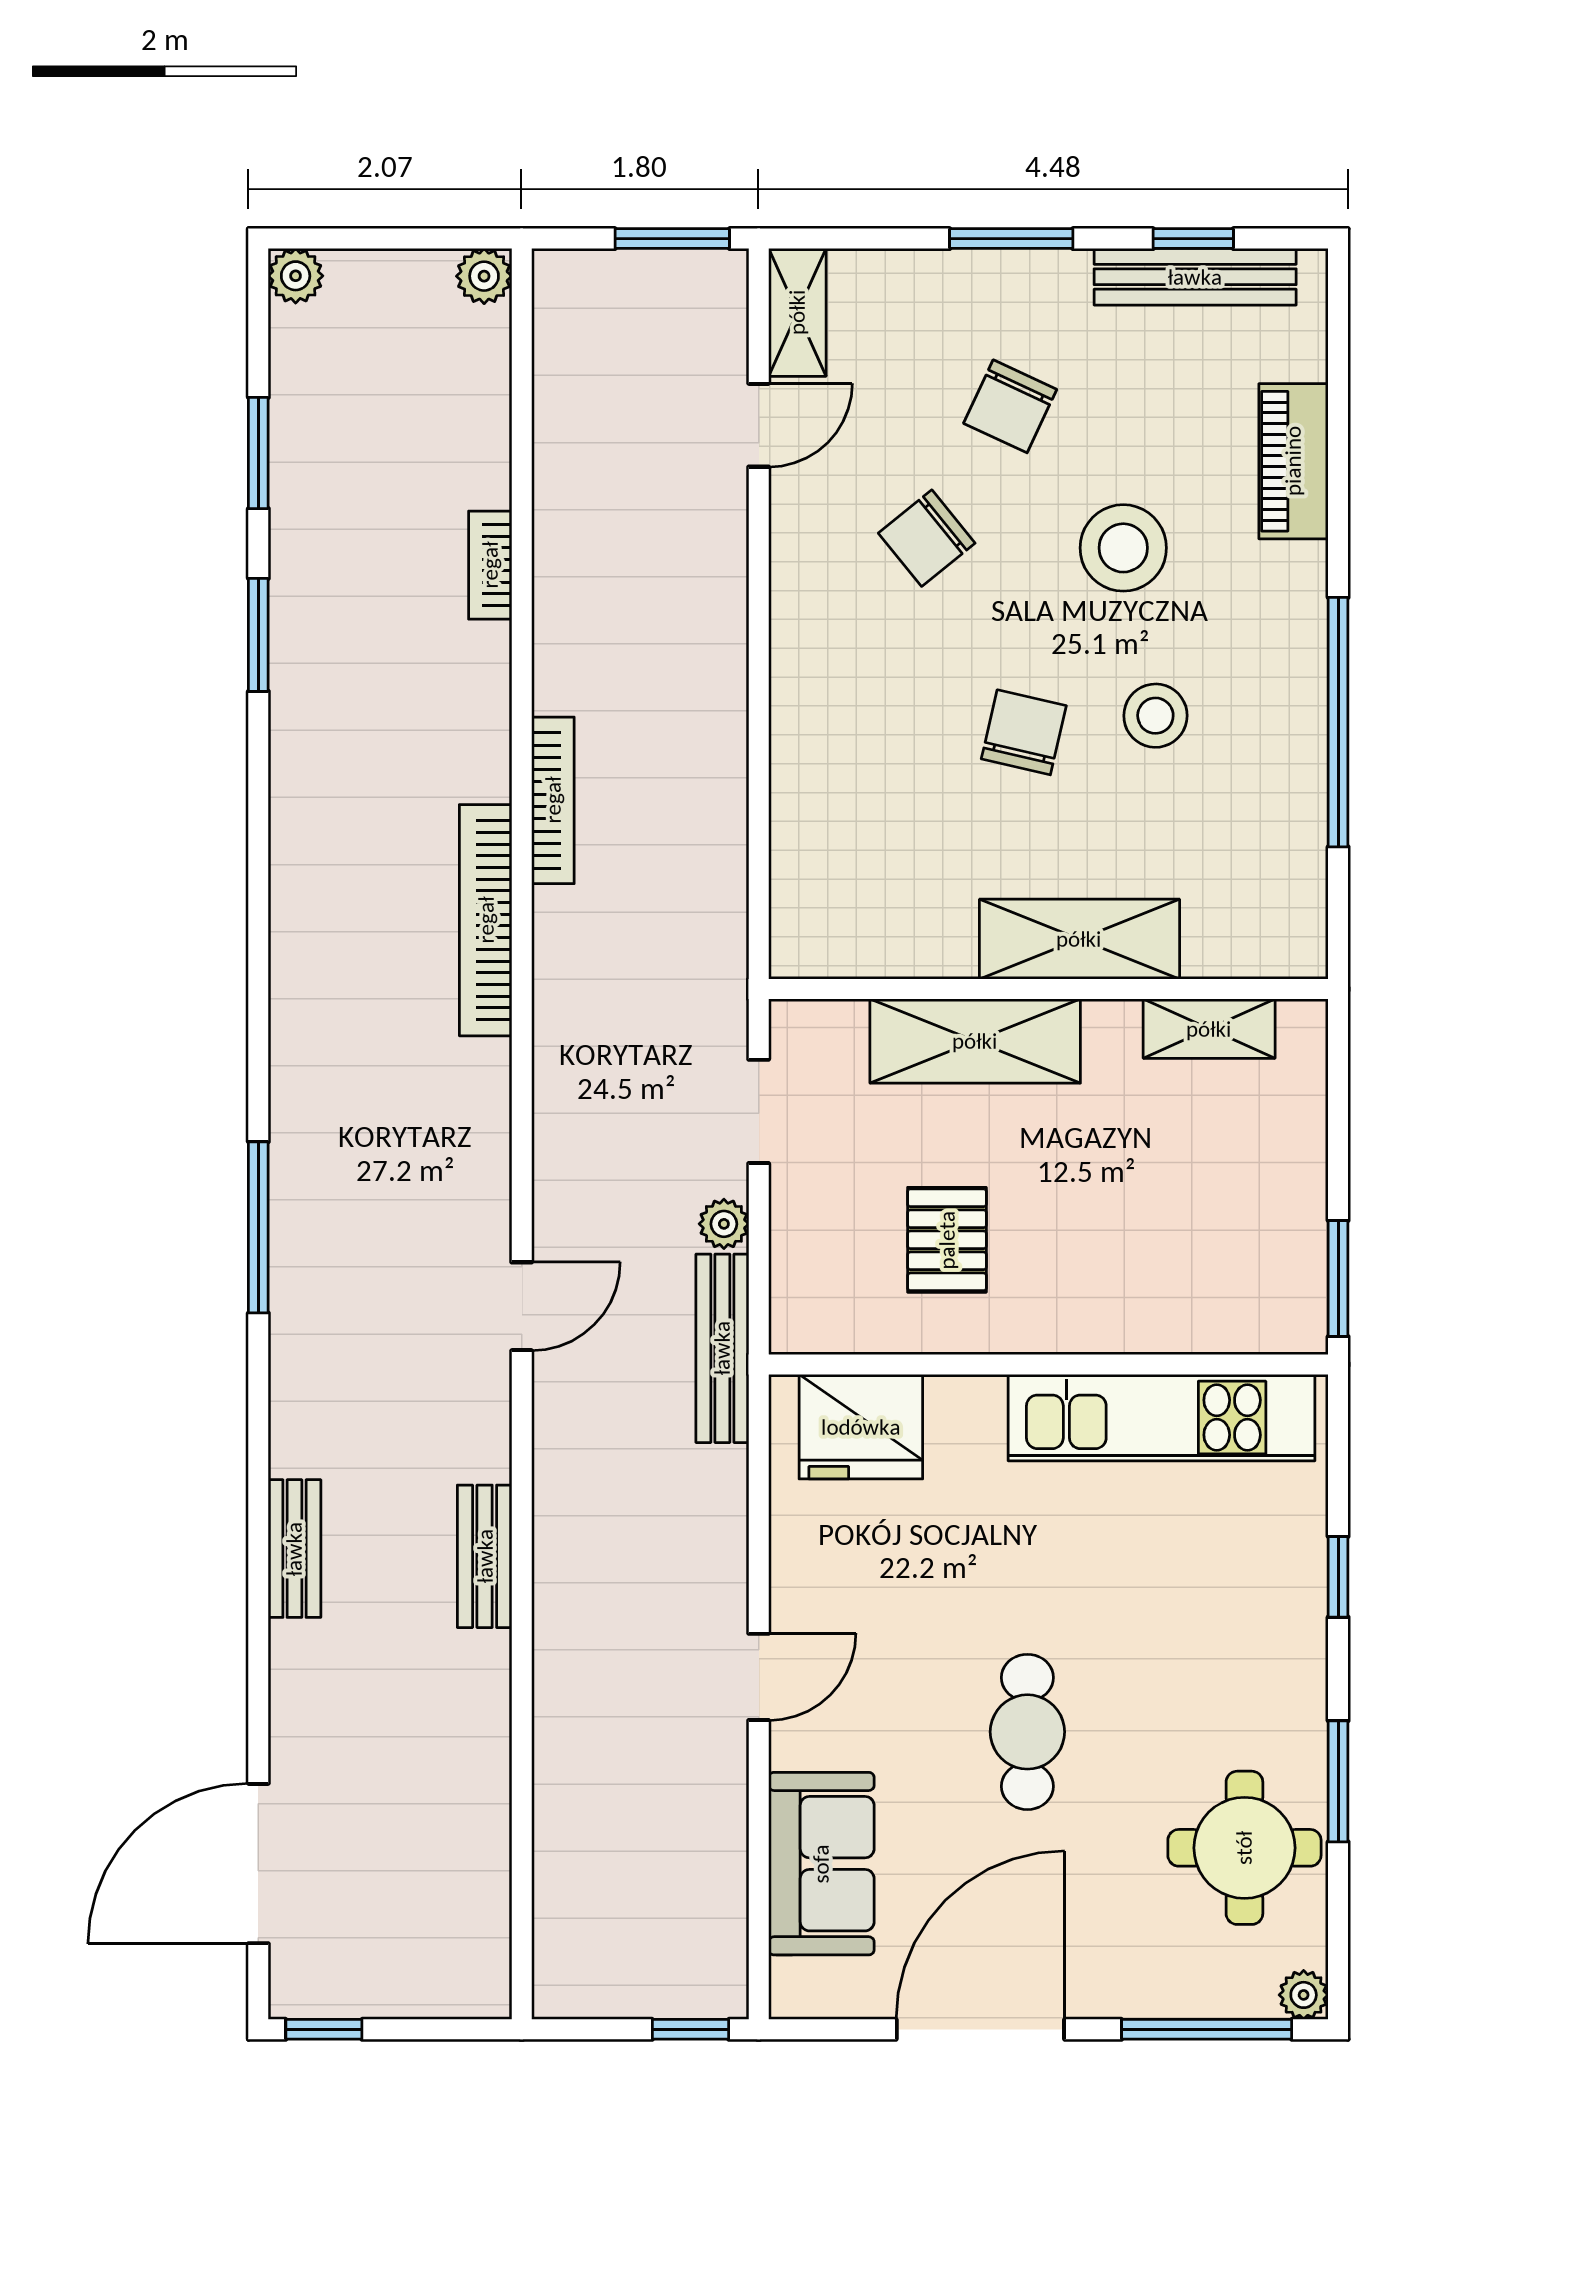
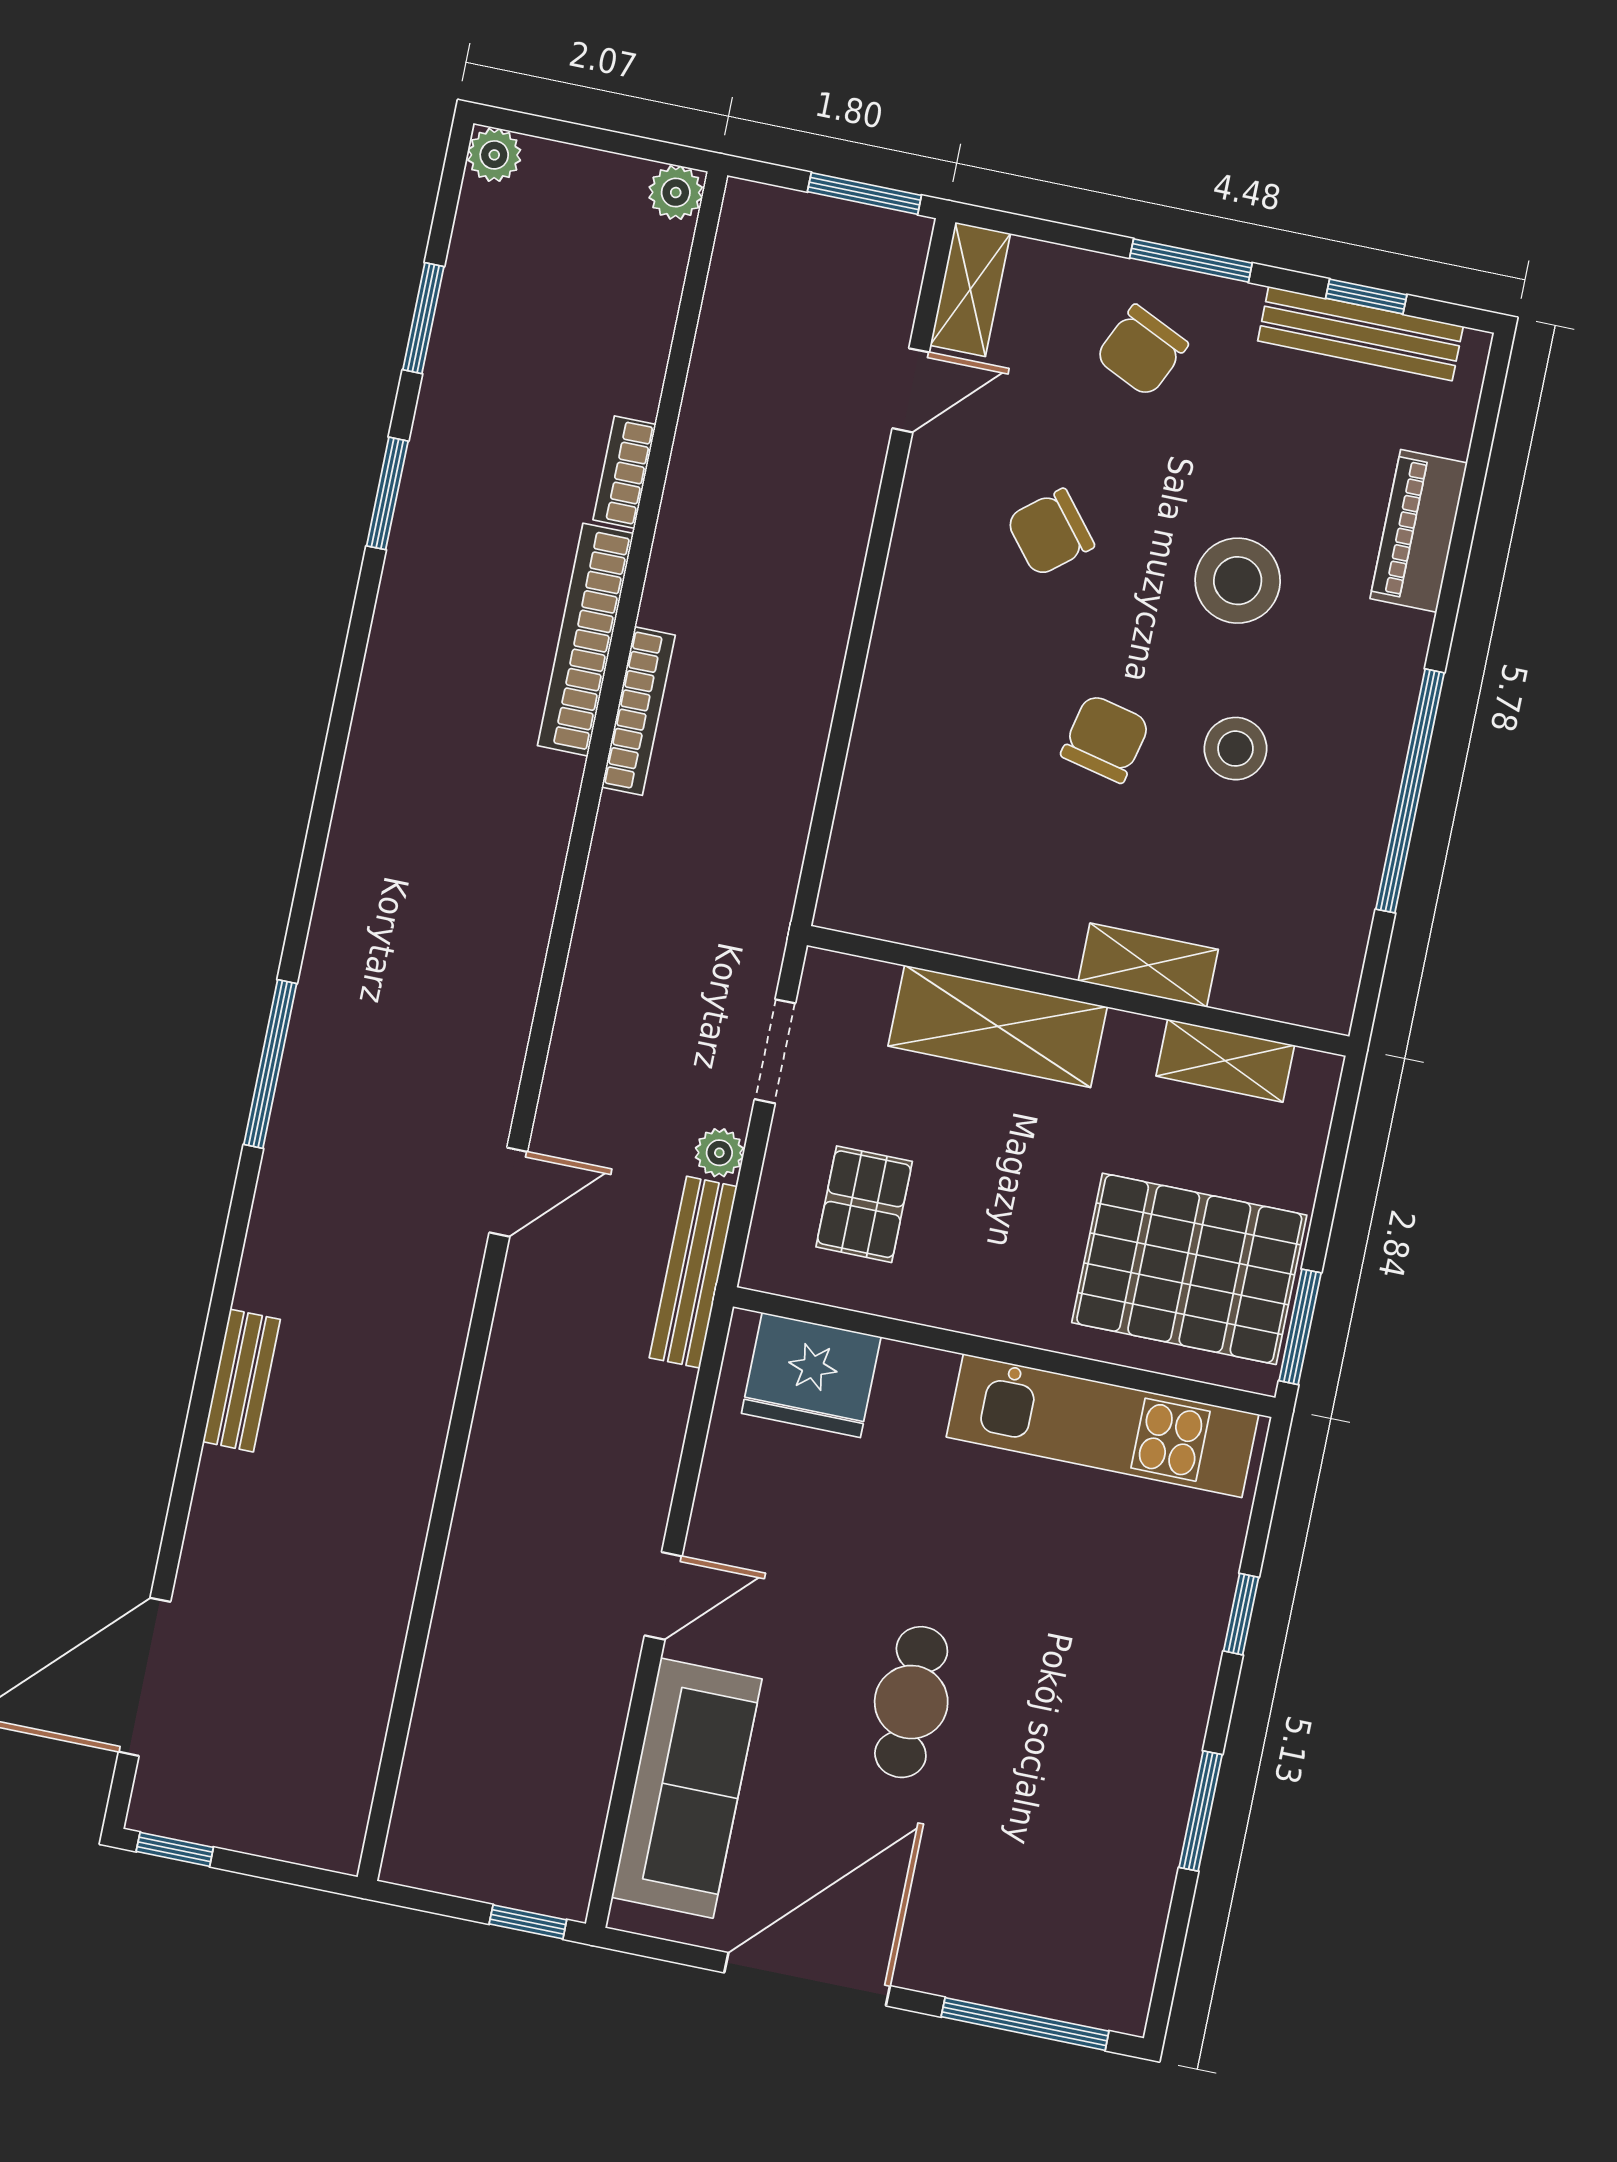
chair: (1010, 406) -> (1142, 351), moved
bookcase: (486, 920) -> (585, 640), moved
shelving: (1079, 939) -> (1148, 965), width x0.67, depth x0.75
pallet: (947, 1240) -> (864, 1204), moved
pallet: (1216, 1243) -> (1189, 1269), added
bench: (485, 1556) -> (423, 1426), removed
round table: (1244, 1848) -> (1097, 1857), removed
sofa: (821, 1864) -> (687, 1788), width x1.36
plant: (1304, 1995) -> (1125, 2010), removed

